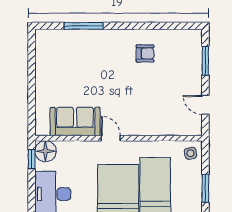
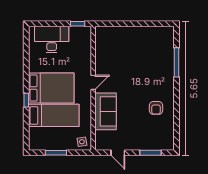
door: (205, 105) -> (118, 153), swing flipped
sofa: (75, 121) -> (106, 111), moved
floor lamp: (45, 151) -> (83, 34), removed

